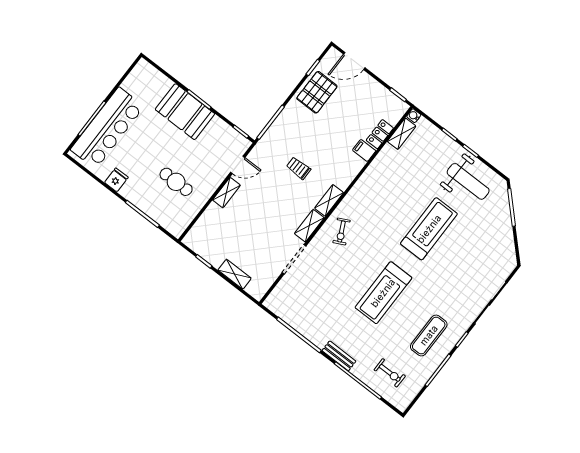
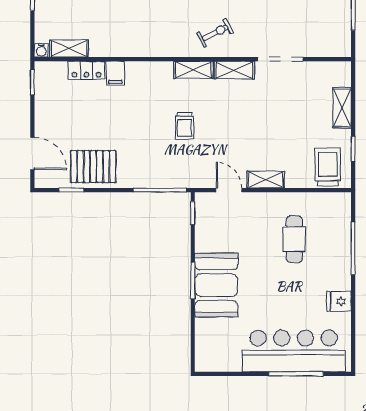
trolley: (205, 237) -> (328, 167), added

